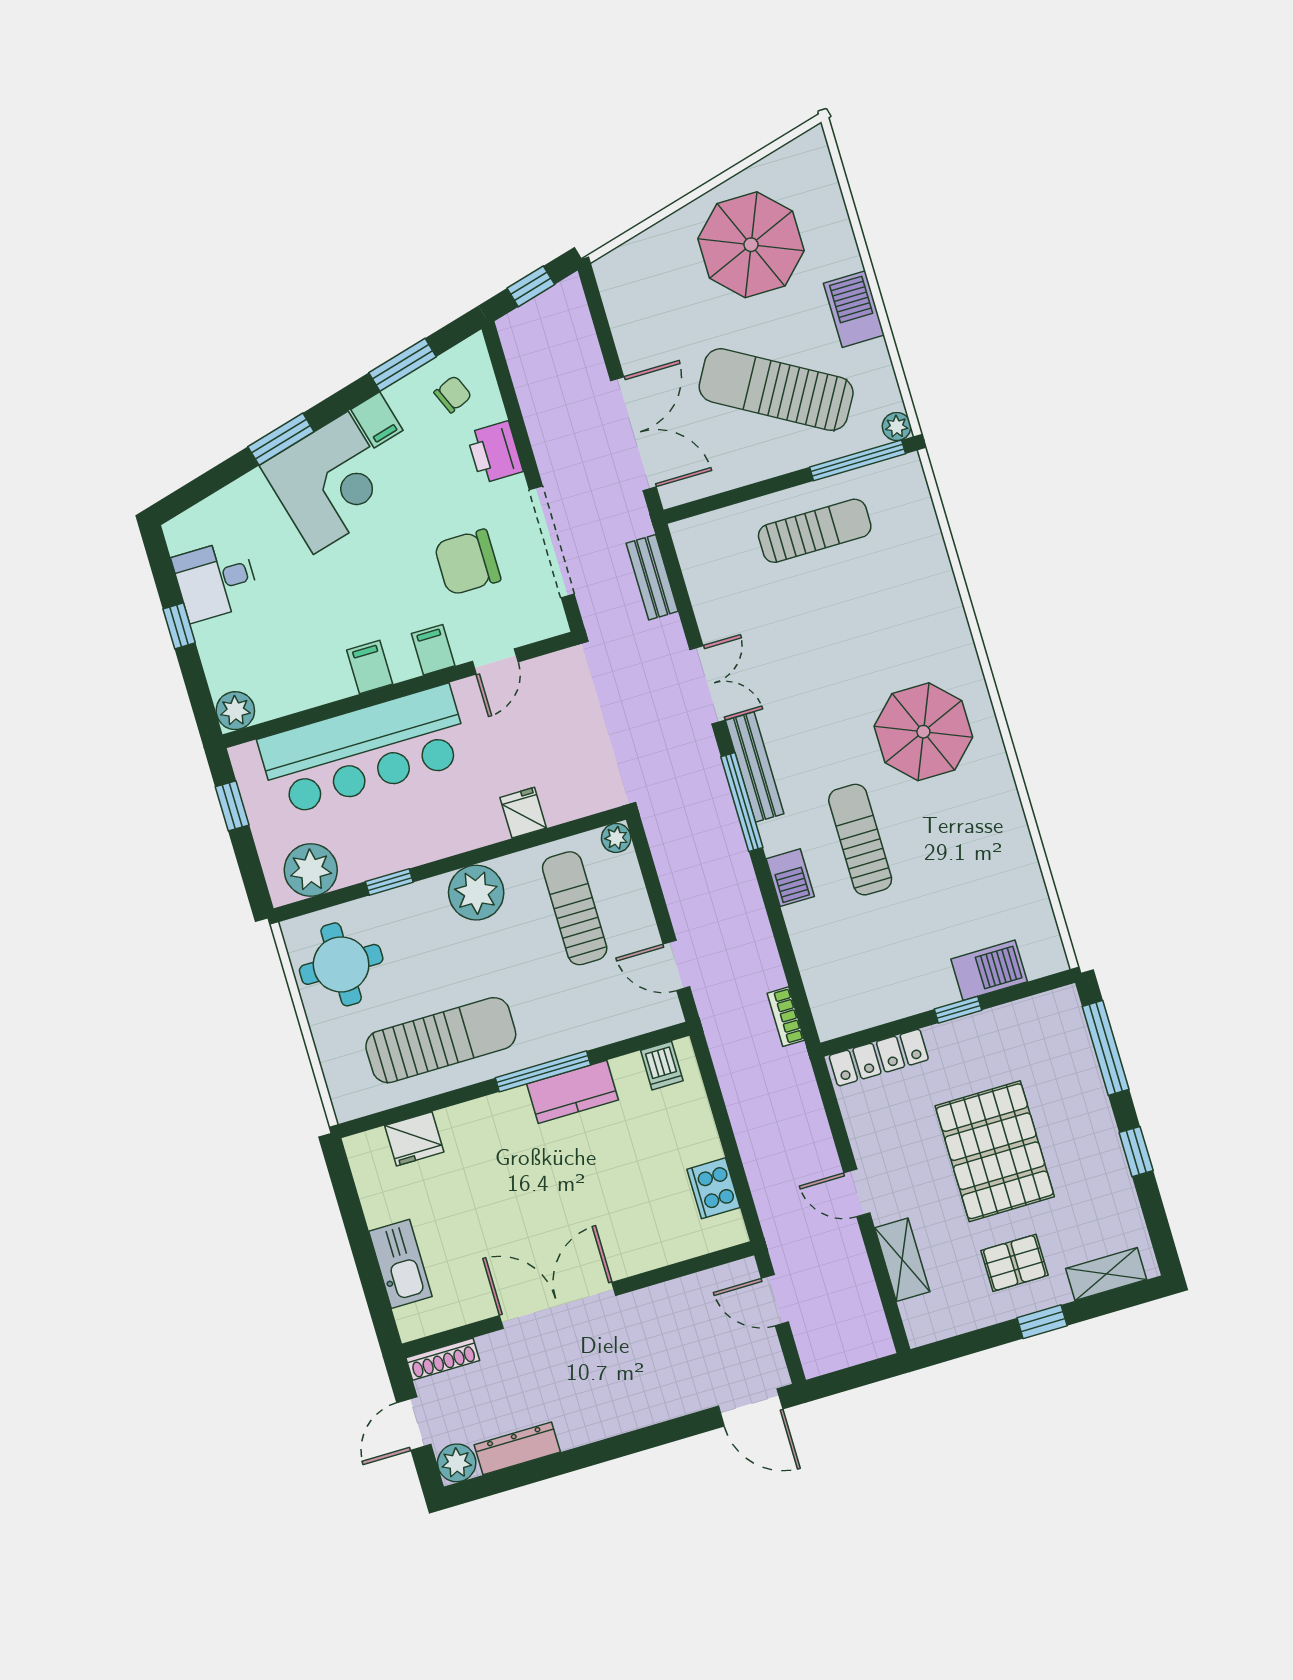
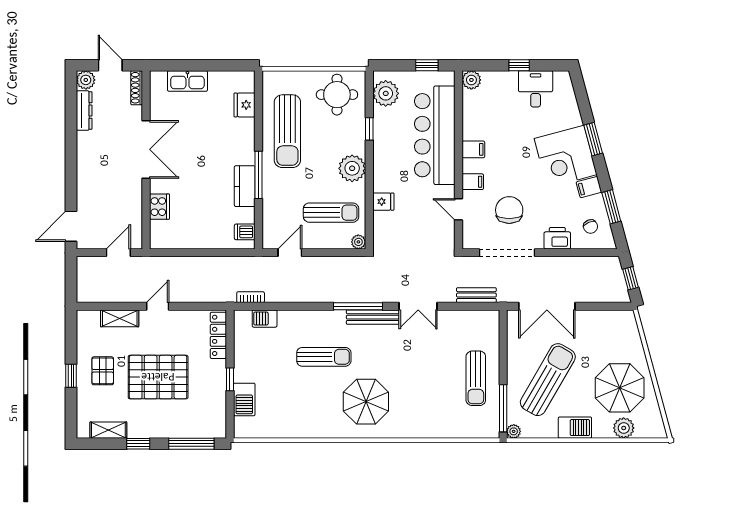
plant: (827, 214) -> (624, 428), added
barbecue: (790, 878) -> (265, 319), moved
cooker: (714, 1188) -> (159, 207), moved, turned 90
shelving: (1106, 1274) -> (108, 430), moved, turned 90

